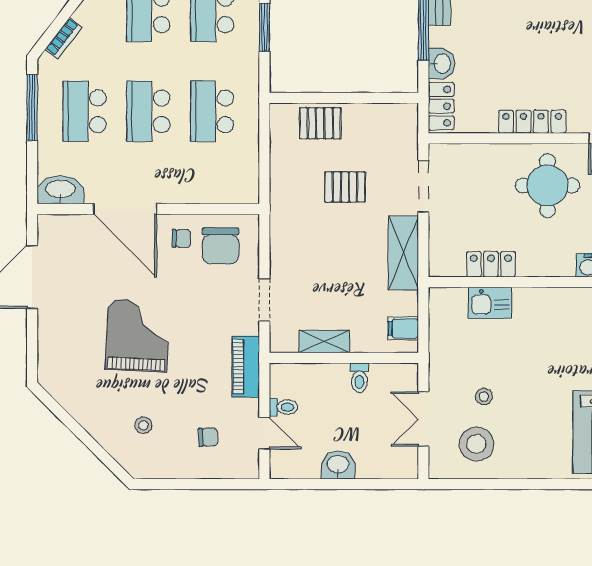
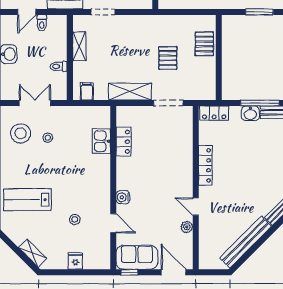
washbasin: (442, 64) -> (250, 113), moved
round table: (548, 186) -> (169, 174), removed

